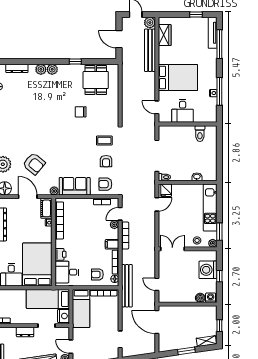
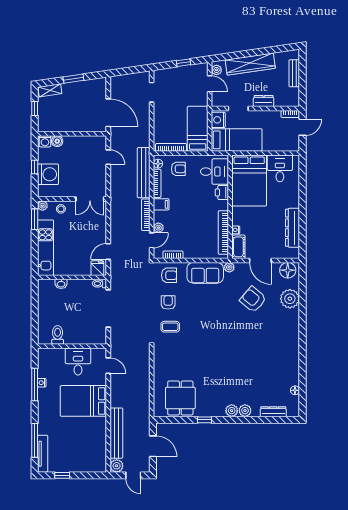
wardrobe: (165, 35) -> (99, 451), removed
chair: (81, 112) -> (198, 361), removed
bench: (127, 286) -> (144, 173), moved

